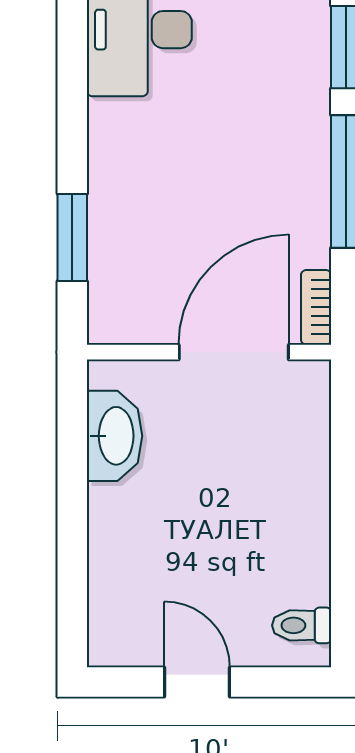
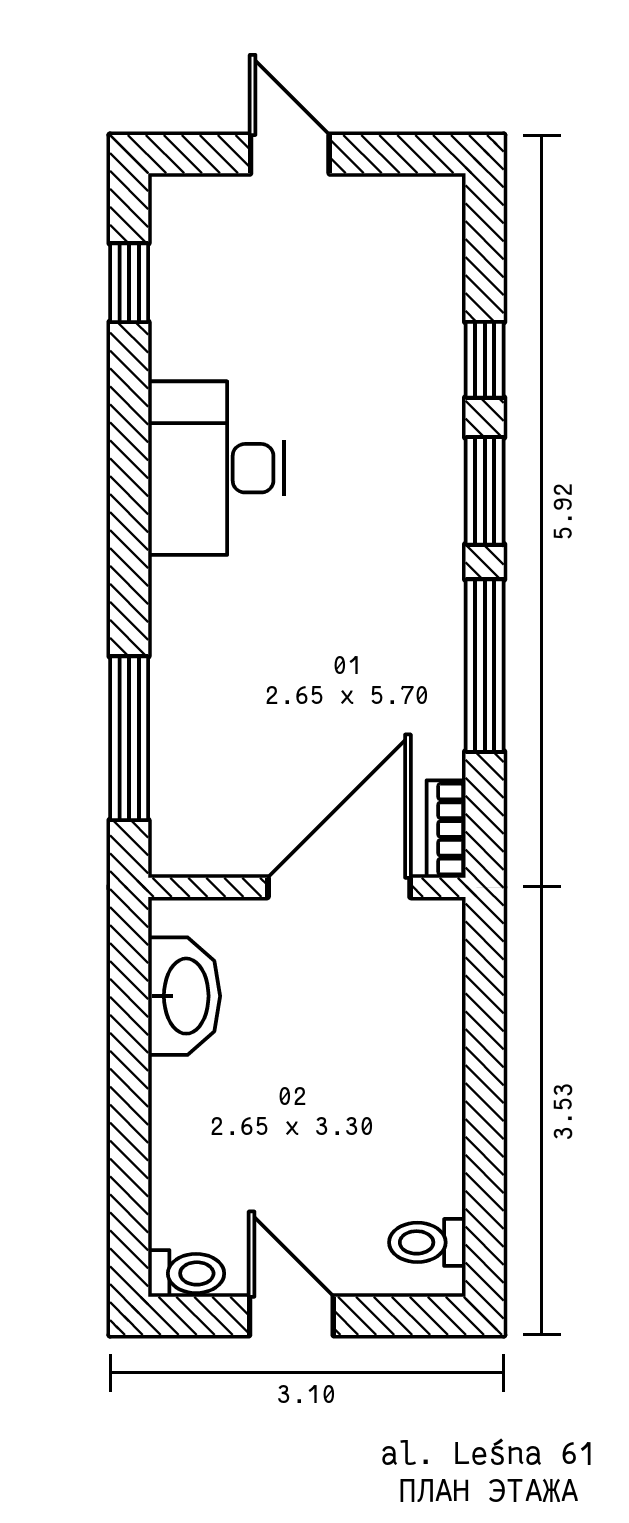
window: (72, 237) -> (129, 738), width x1.44
toilet: (116, 649) -> (186, 1273), added

